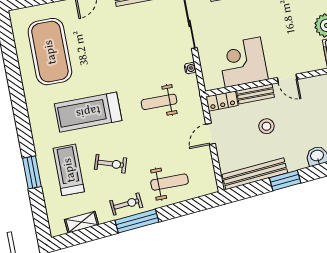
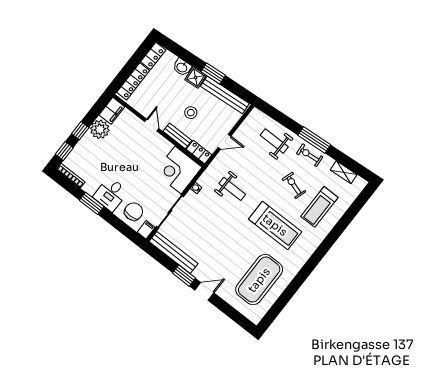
corner desk: (243, 62) -> (178, 170), moved, turned 90
shower: (296, 160) -> (196, 78), added
window: (32, 172) -> (340, 227), removed

